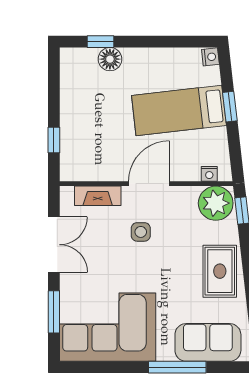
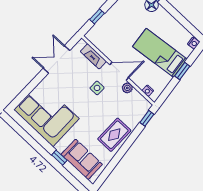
plant: (216, 203) -> (127, 88), moved, width x0.53, depth x0.53
double door: (54, 245) -> (56, 59), swing flipped
window: (54, 312) -> (30, 87), removed
window: (177, 367) -> (59, 158), width x0.46

